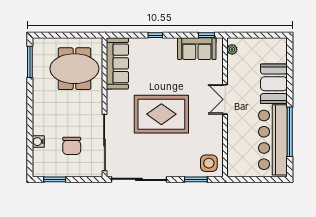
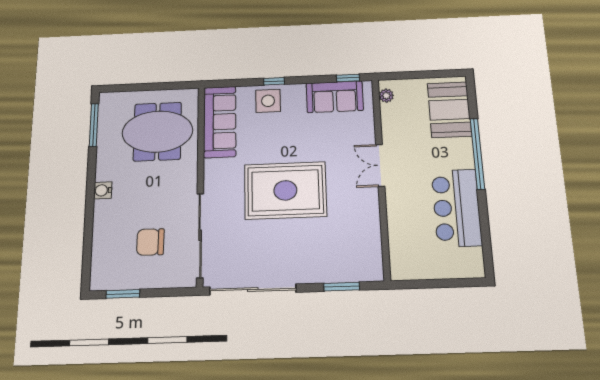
booth: (274, 84) -> (449, 110), moved
window: (290, 132) -> (477, 154), moved
bar counter: (273, 140) -> (457, 208), width x0.73
water cooler: (38, 142) -> (103, 190), moved
chair: (72, 146) -> (150, 242), turned 91
side table: (209, 163) -> (268, 101), moved

